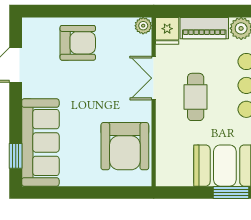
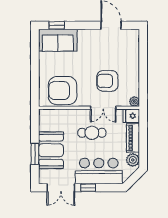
armchair: (78, 43) -> (107, 81), moved, turned 90
double door: (154, 78) -> (103, 108), swing flipped
sofa: (40, 142) -> (58, 40), width x0.73

